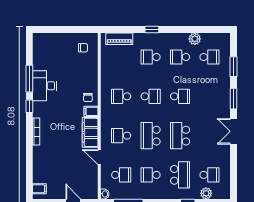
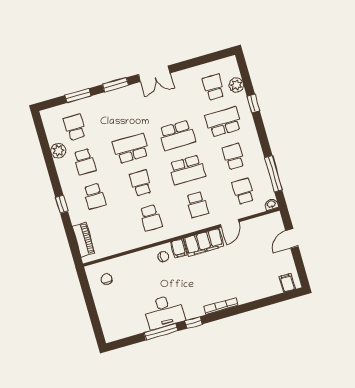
school desk: (180, 96) -> (131, 148), width x1.85
school desk: (151, 175) -> (233, 157), turned 180

